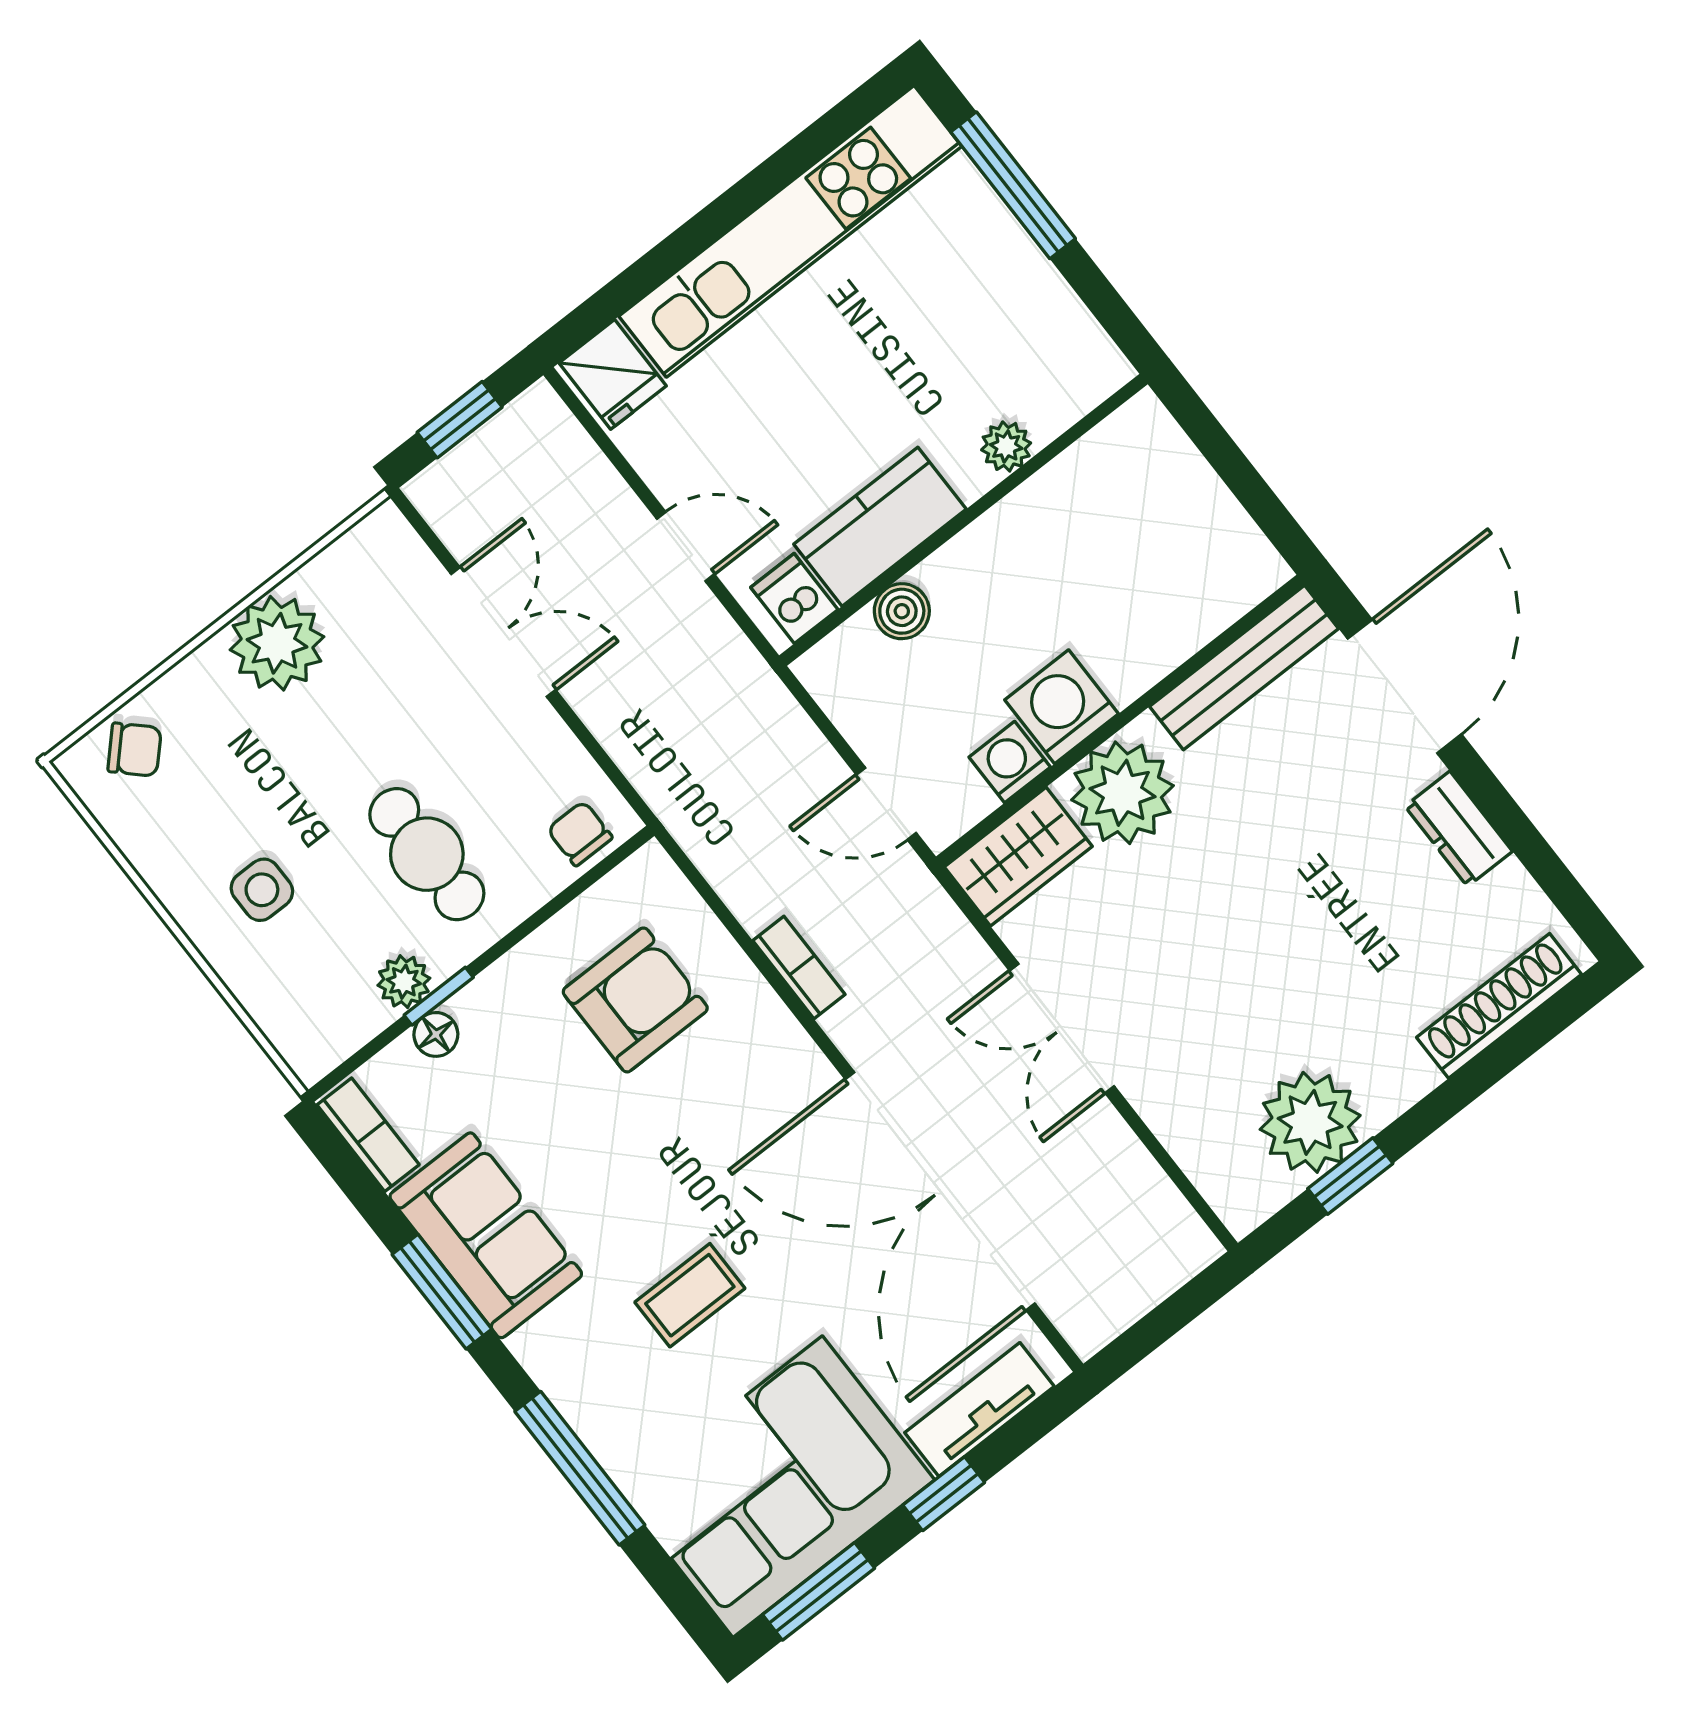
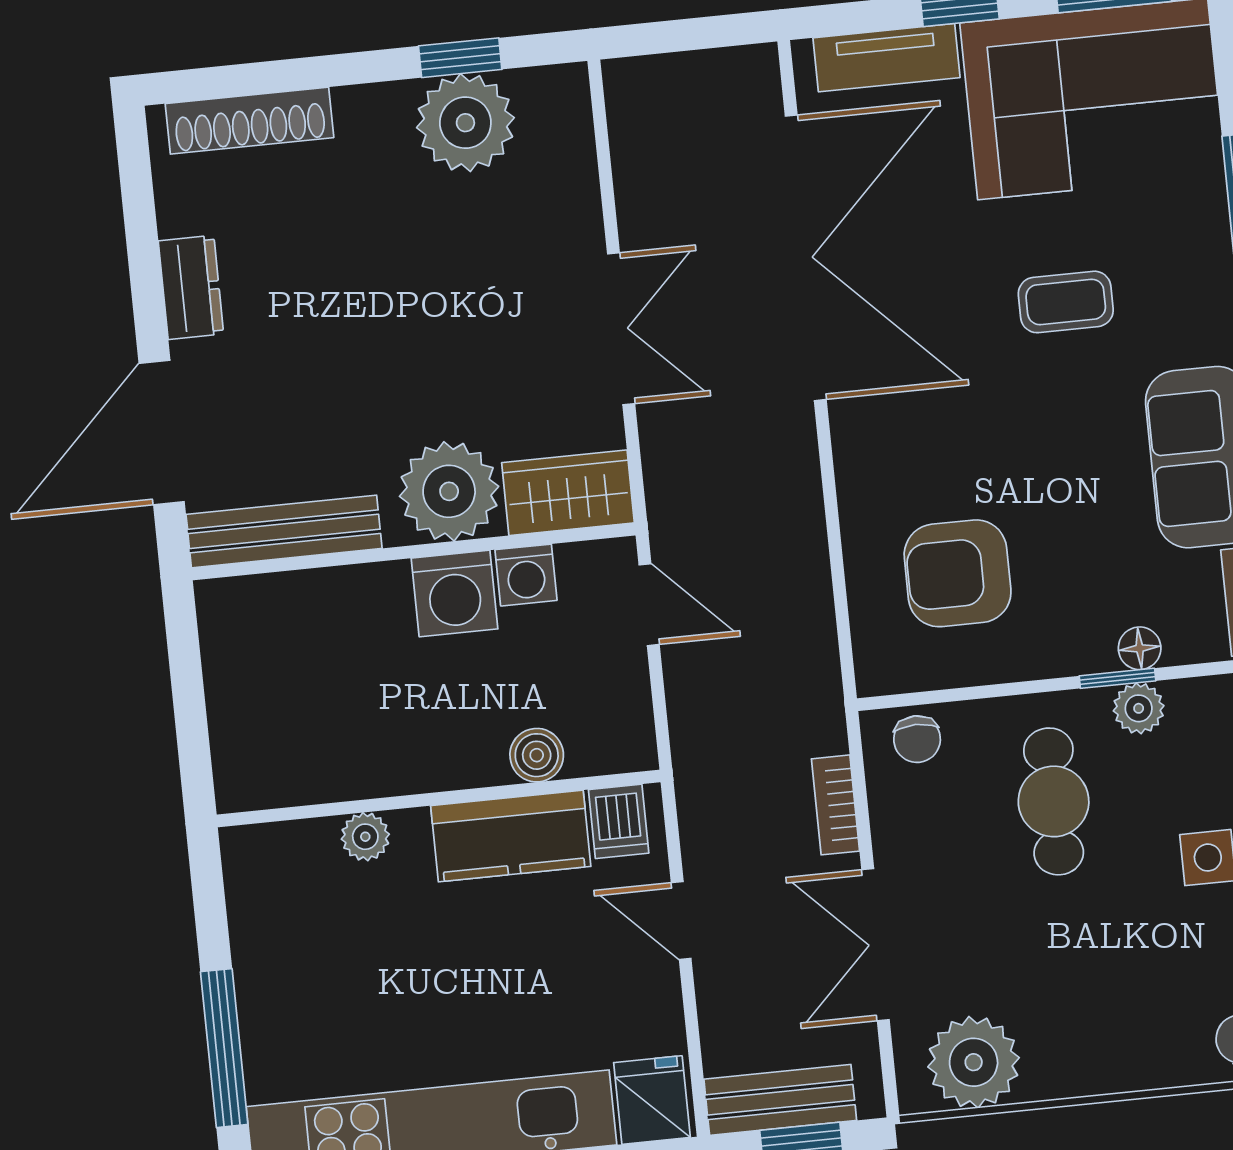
bench: (501, 445) -> (780, 1100), added
plant: (277, 643) -> (974, 1062), moved
bookcase: (799, 968) -> (835, 805), moved

